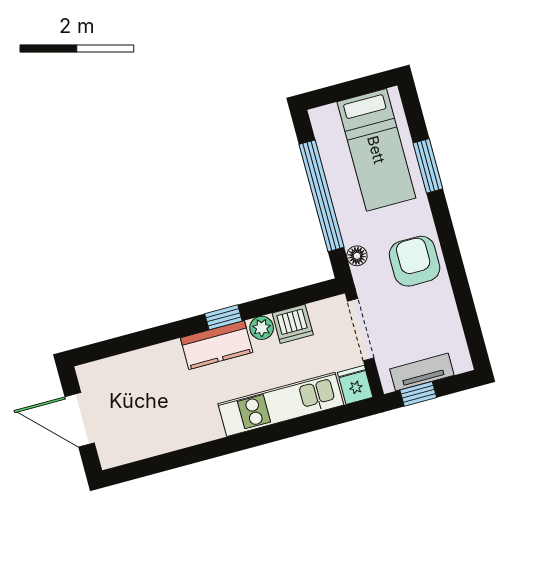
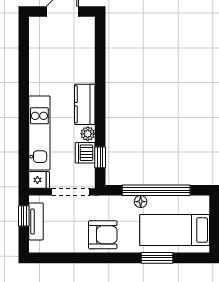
floor lamp: (357, 256) -> (141, 202), moved
window: (223, 317) -> (100, 157), moved

